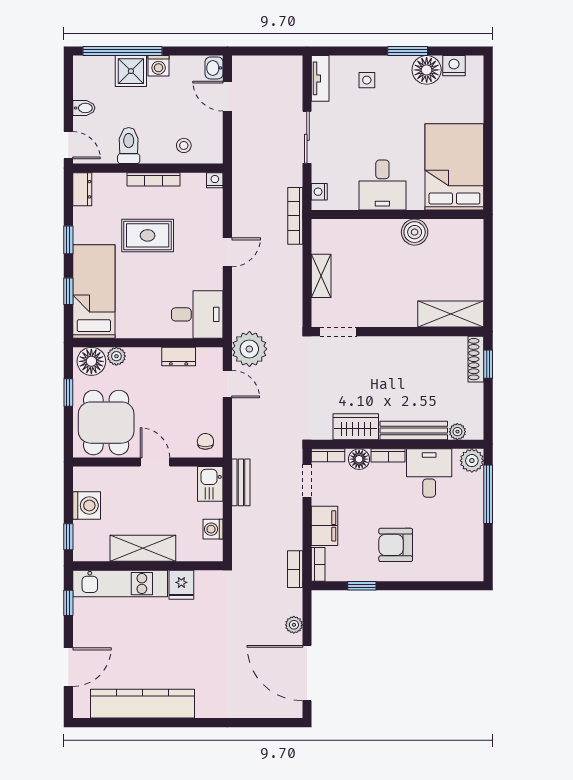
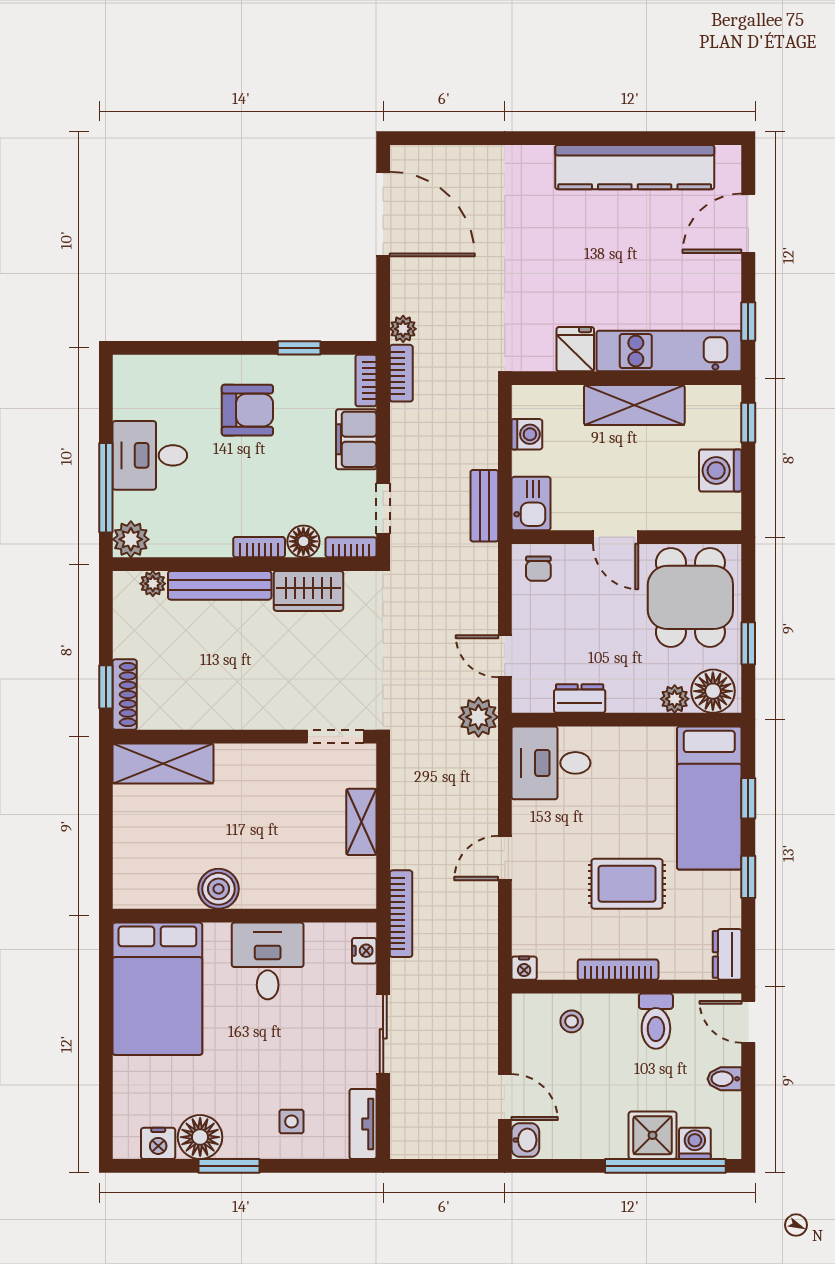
washing machine: (159, 66) -> (695, 1143), moved
plant: (249, 349) -> (478, 717), width x0.73, depth x0.73
desk: (429, 473) -> (150, 455), moved, turned 90
plant: (294, 625) -> (403, 329), moved

